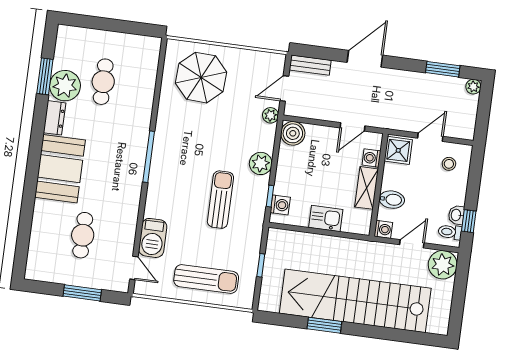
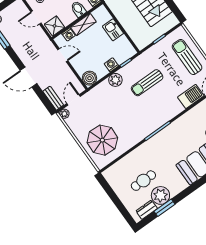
door: (284, 88) -> (74, 100), swing flipped
plant: (271, 115) -> (64, 114), moved
dresser: (54, 118) -> (147, 210), moved
washing machine: (280, 205) -> (111, 65), moved

